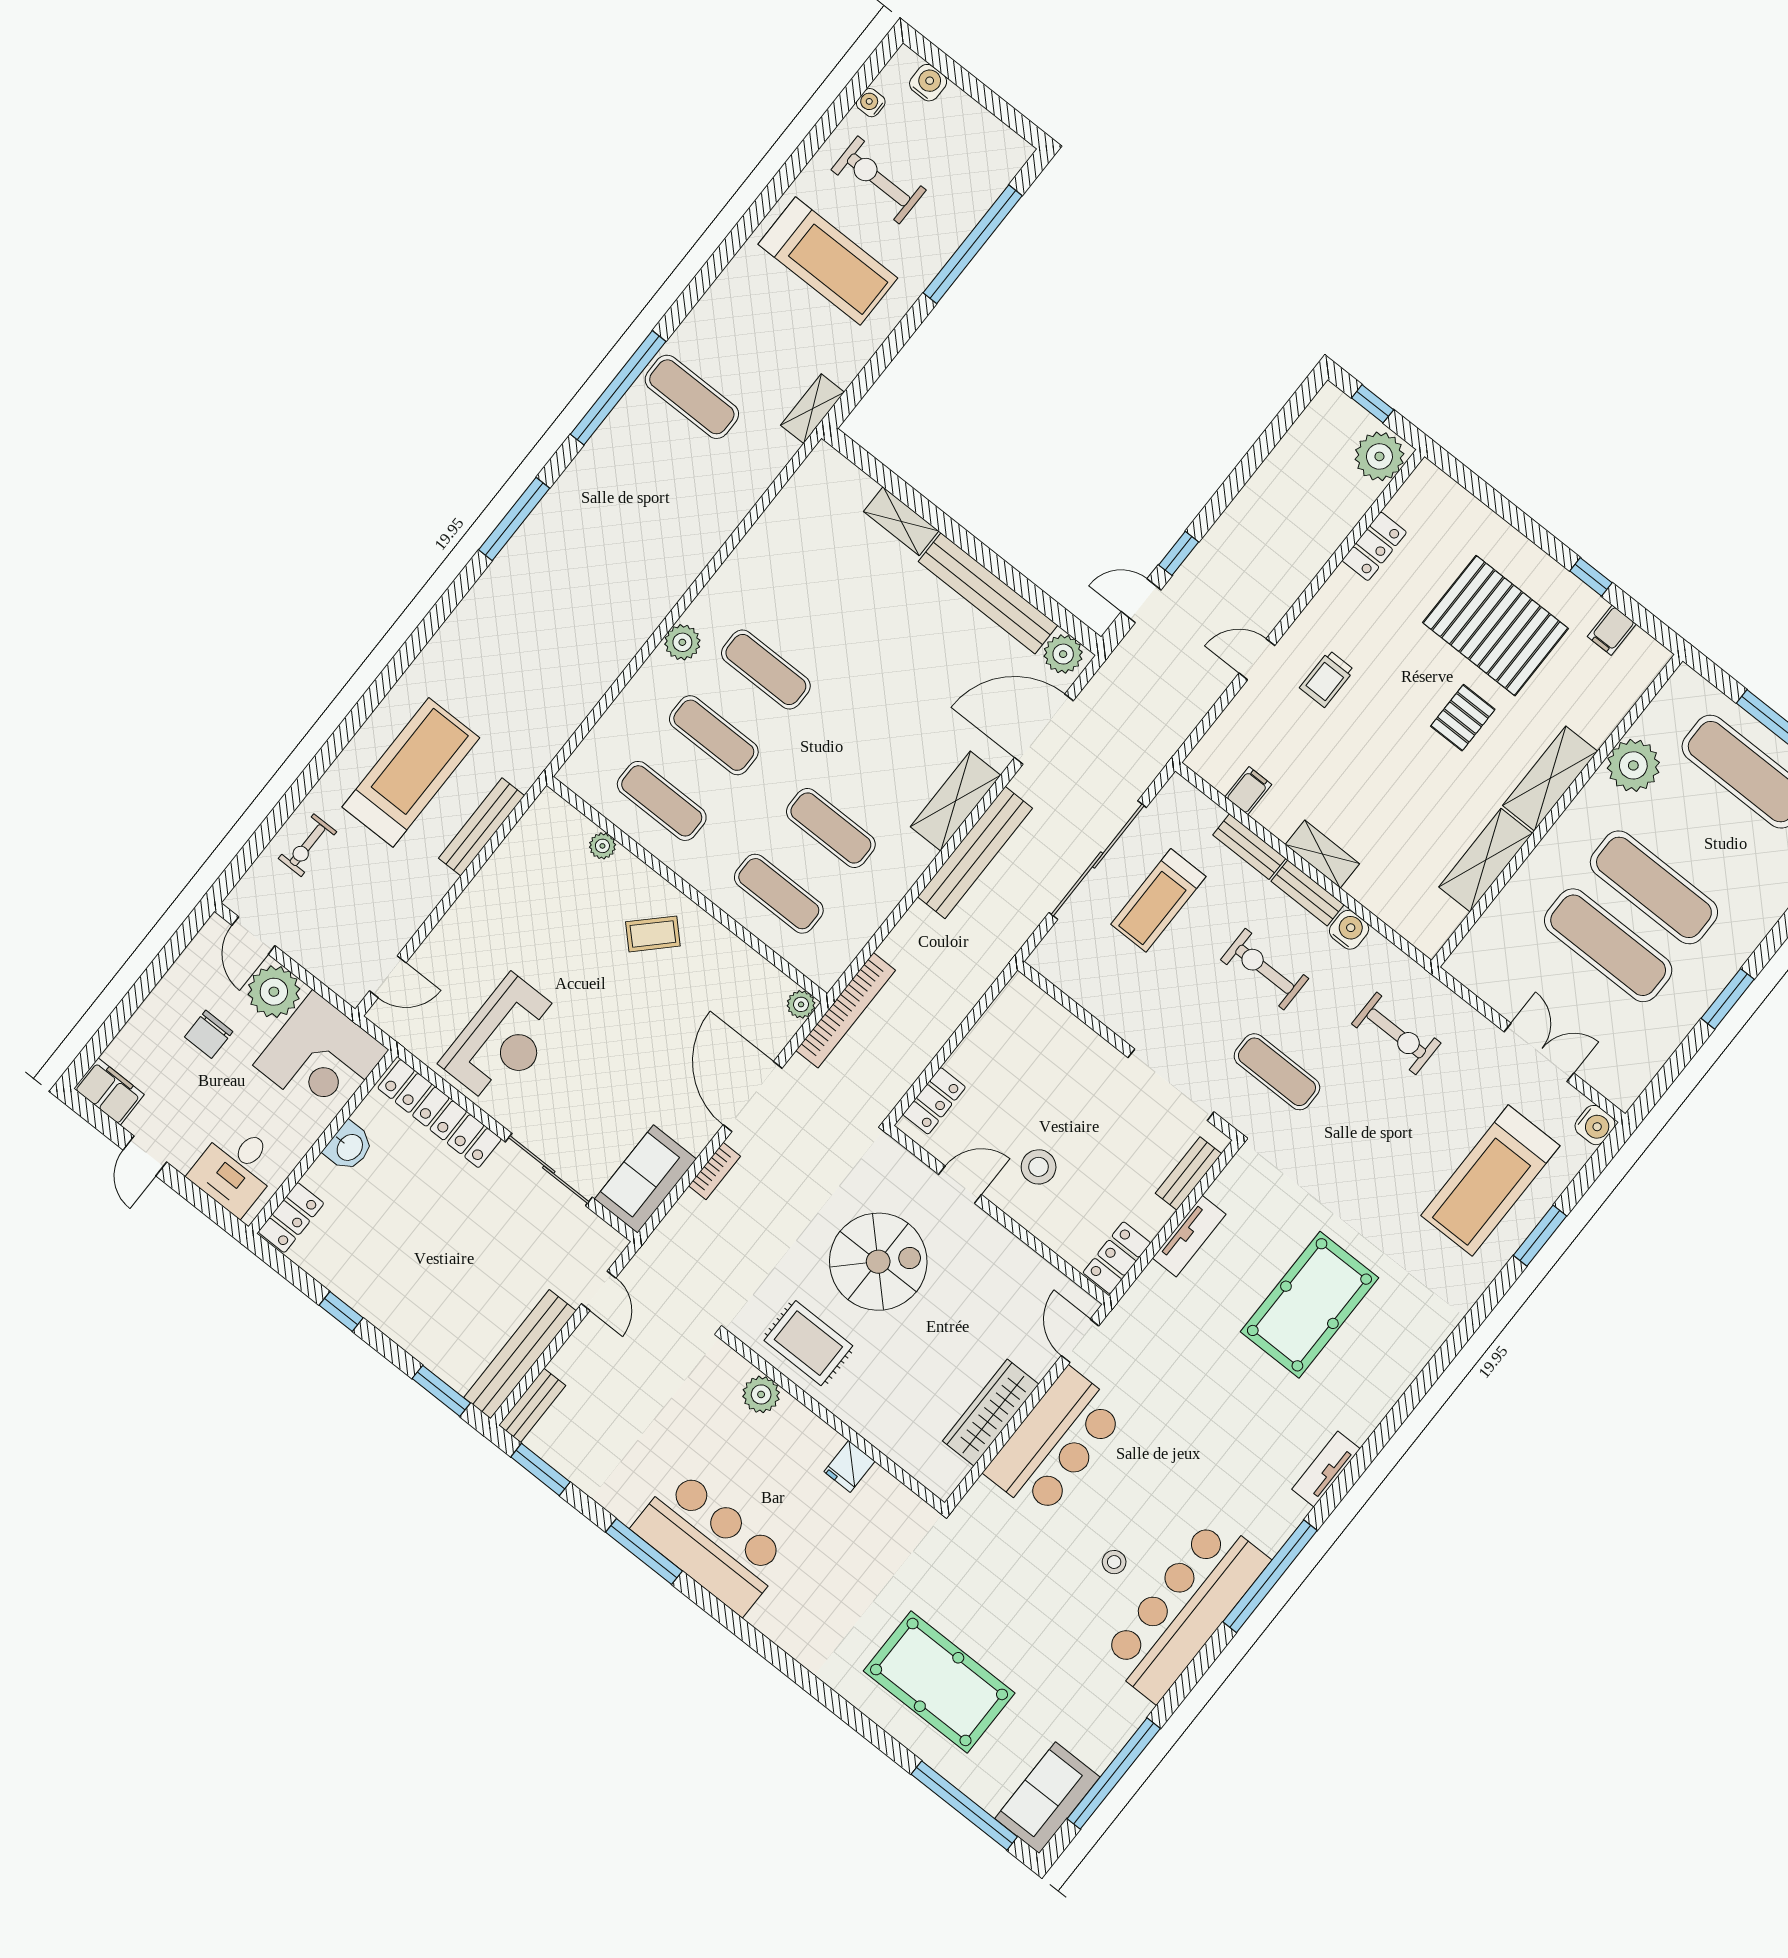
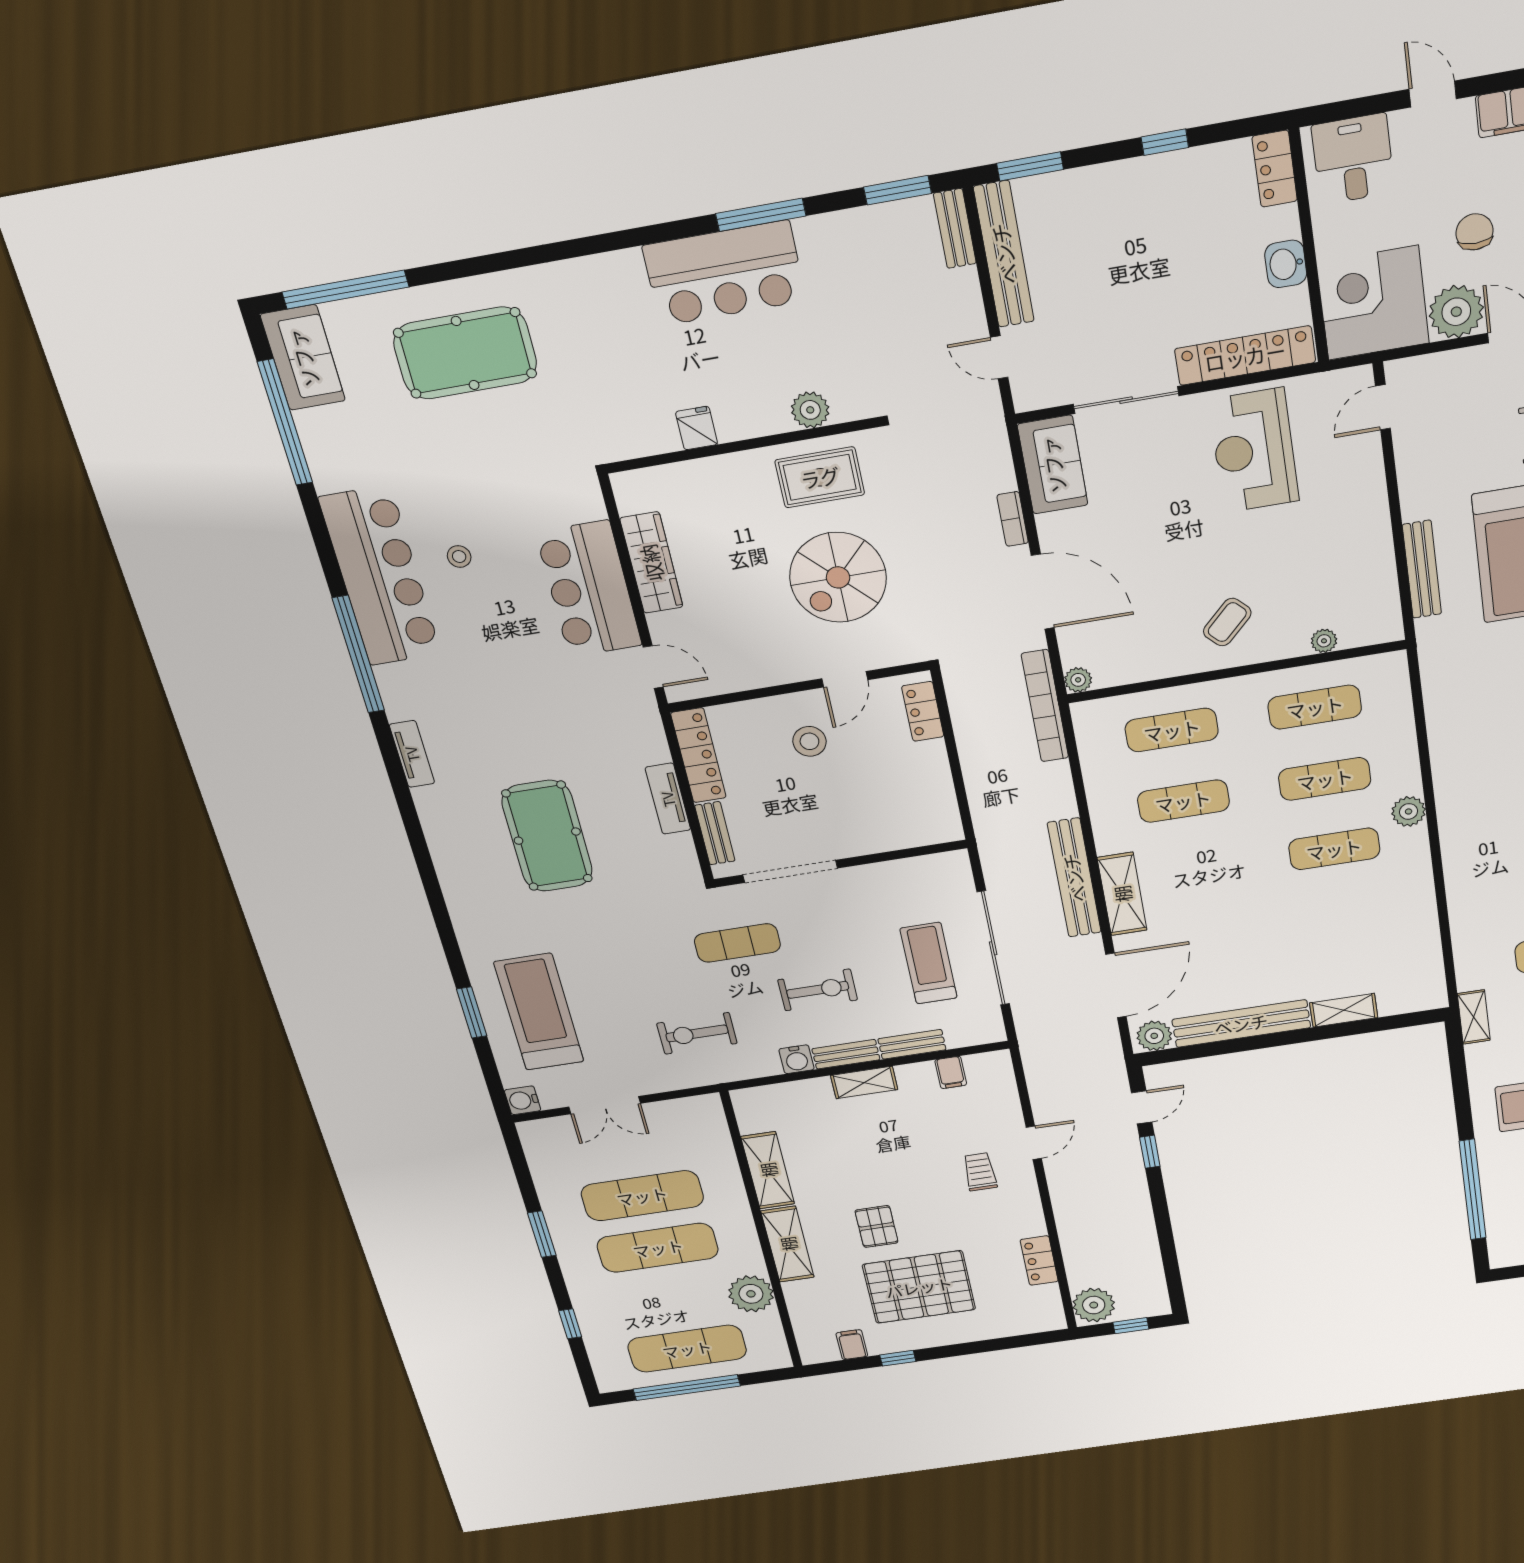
locker: (1117, 1258) -> (698, 755), width x1.53

